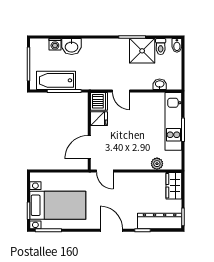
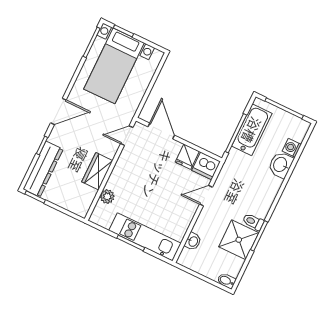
toilet: (161, 47) -> (253, 222), moved
wardrobe: (174, 186) -> (97, 171), moved, turned -90

